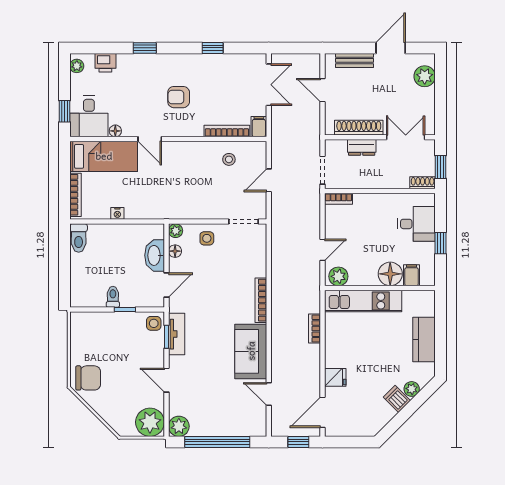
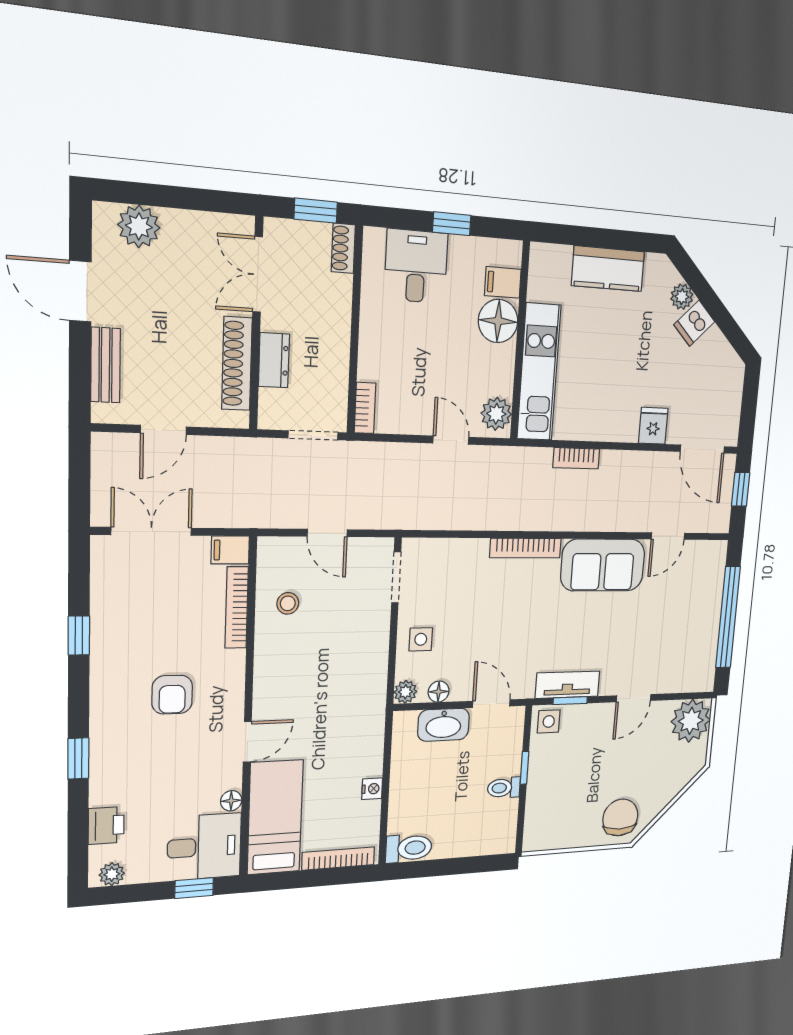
plant: (179, 426) -> (701, 677), removed

